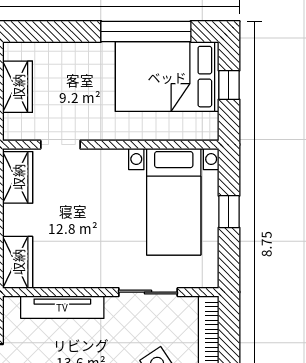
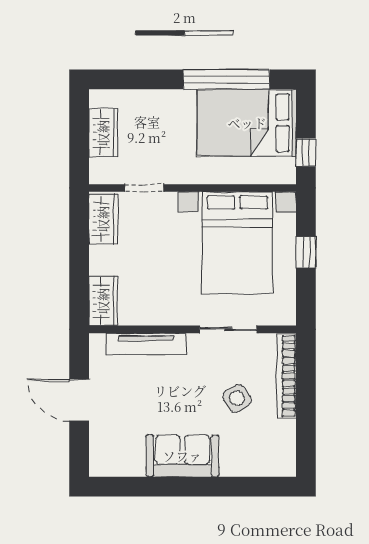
window: (229, 85) -> (306, 152), moved
bed with nightstands: (174, 202) -> (237, 243), width x1.36

